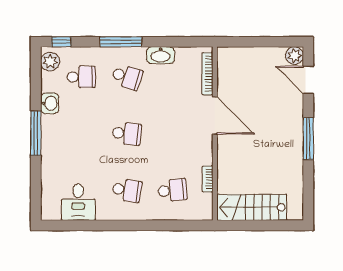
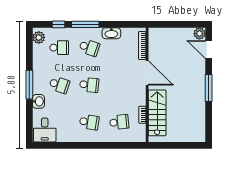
window: (61, 42) -> (59, 24), moved
washbasin: (50, 103) -> (38, 101), moved
school desk: (81, 134) -> (59, 85), added
desk: (78, 202) -> (45, 130), moved
stairs: (252, 207) -> (157, 113), moved, turned 90

